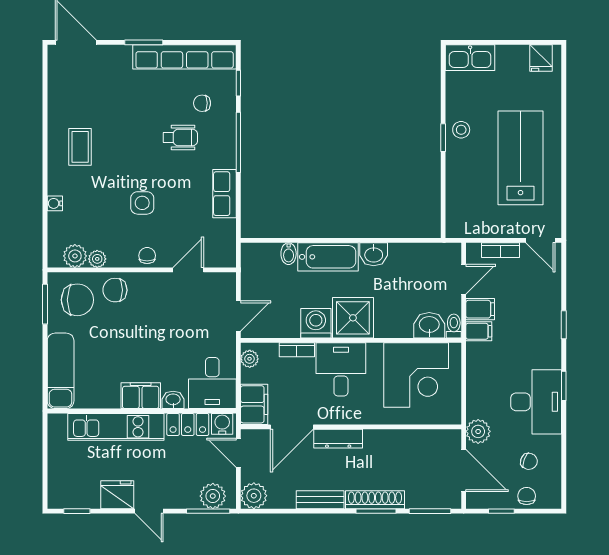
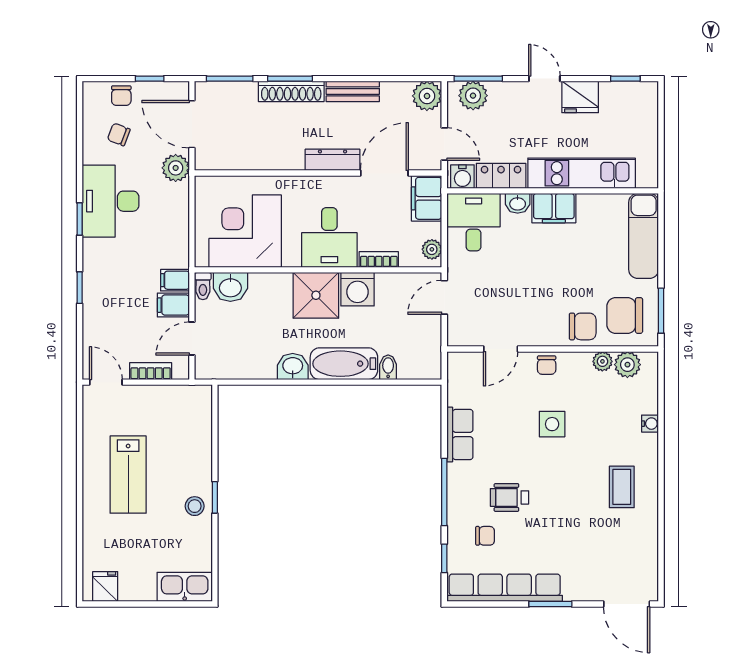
lab bench: (521, 158) -> (128, 475), width x0.73, depth x0.72

